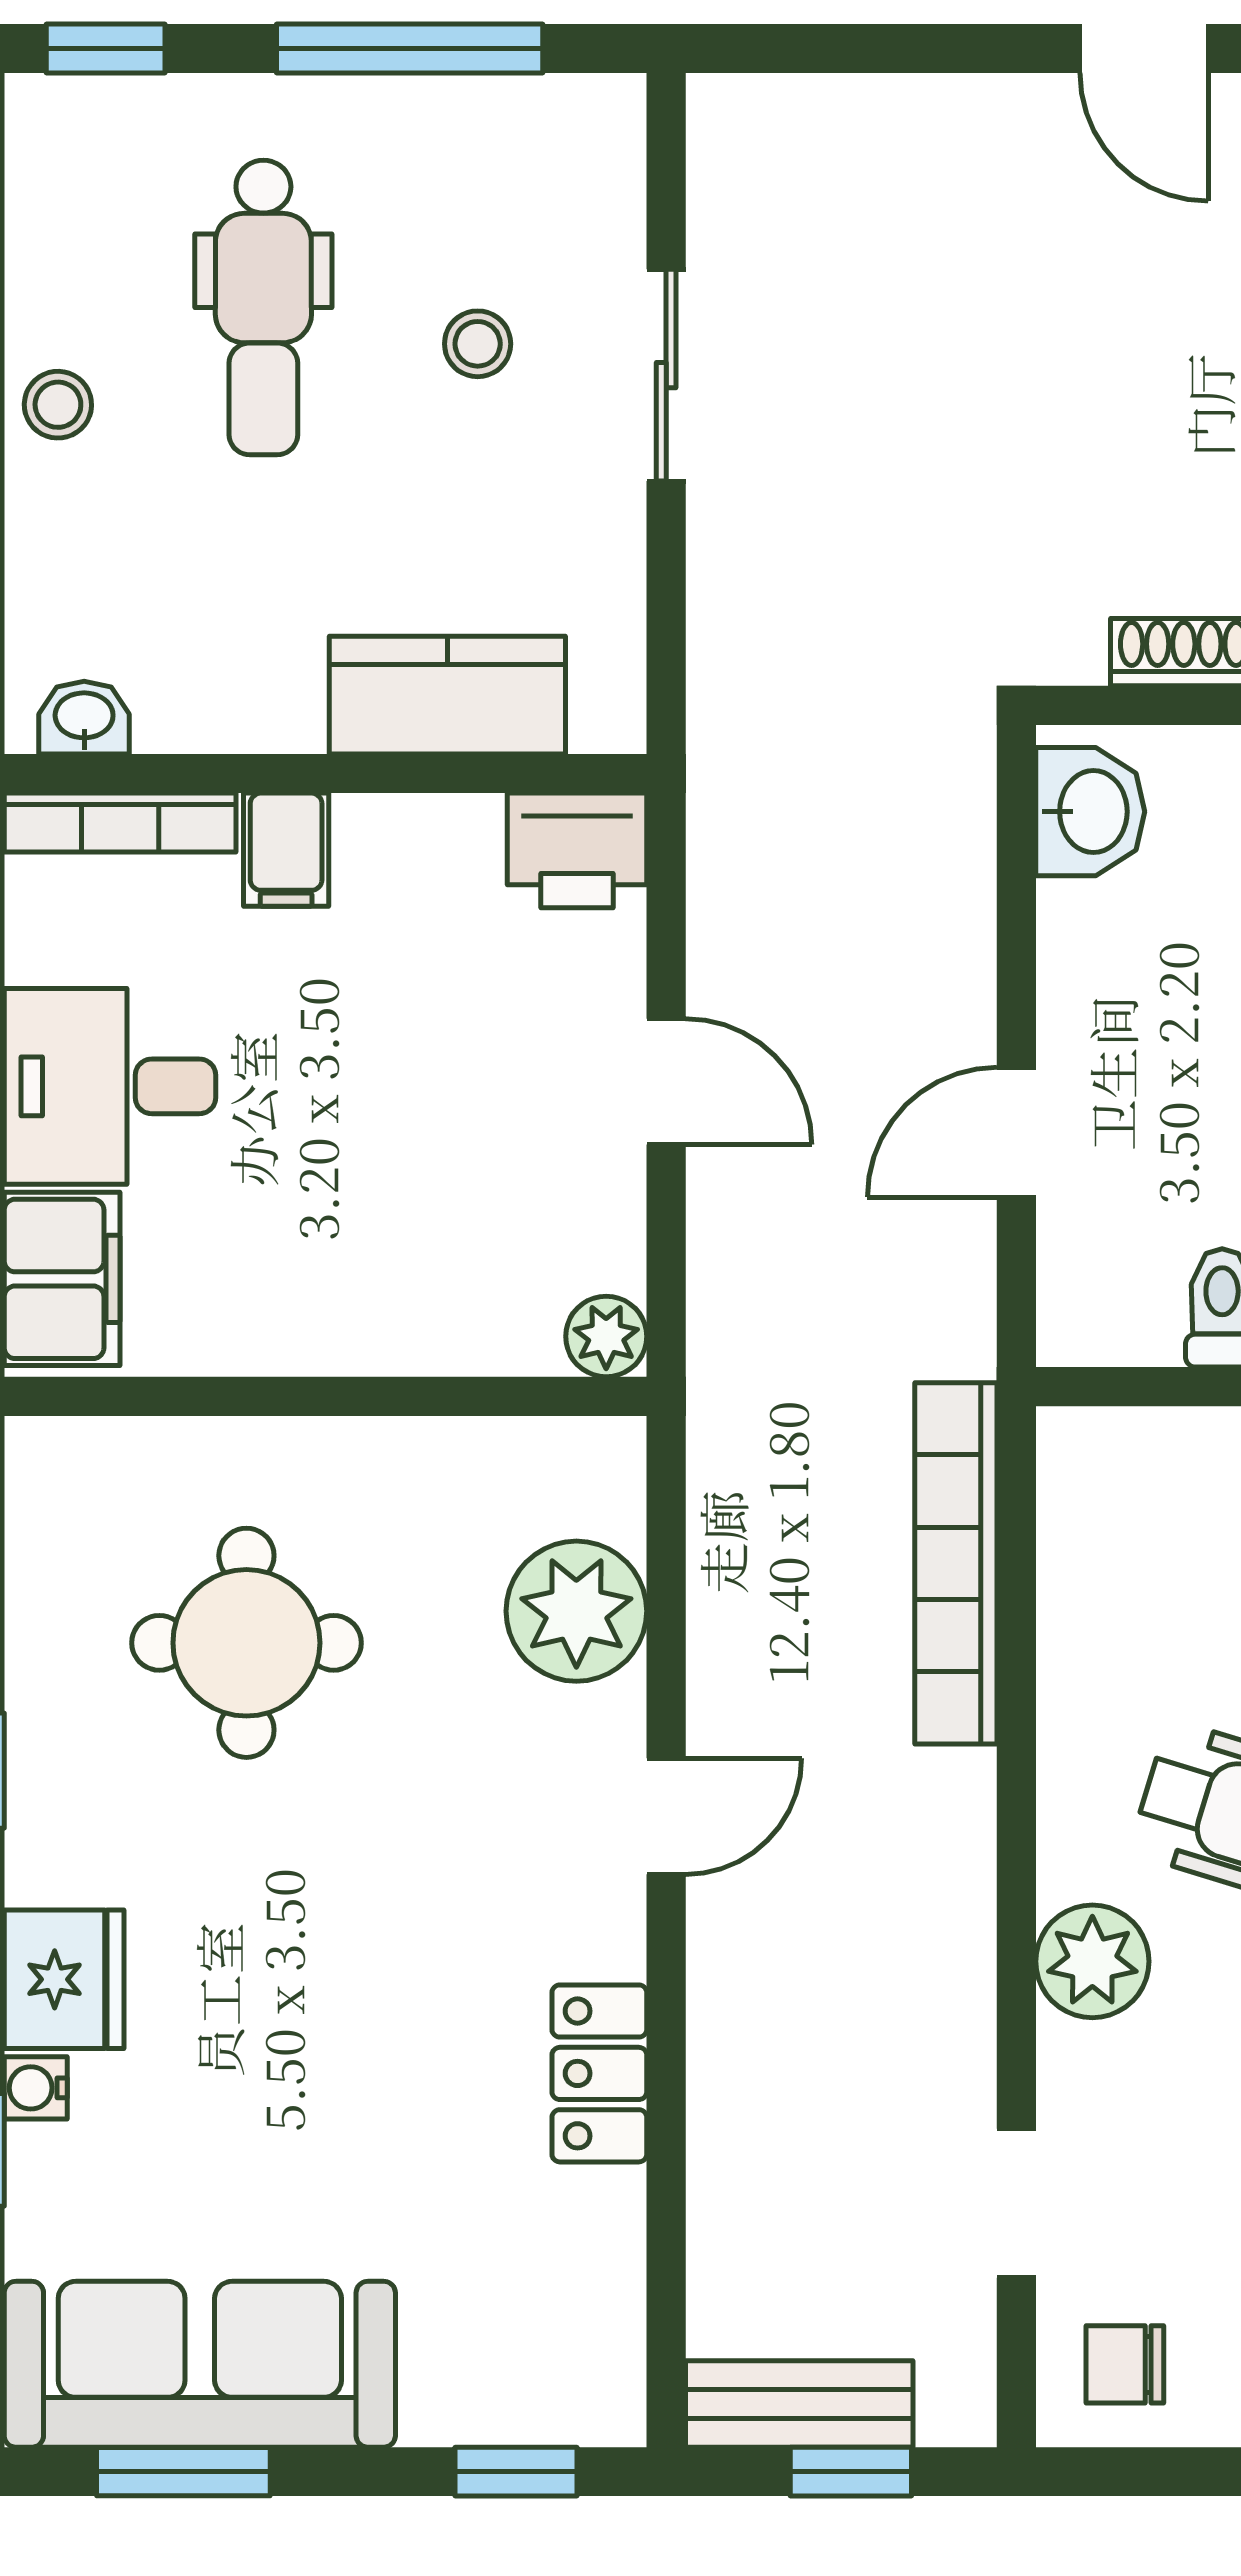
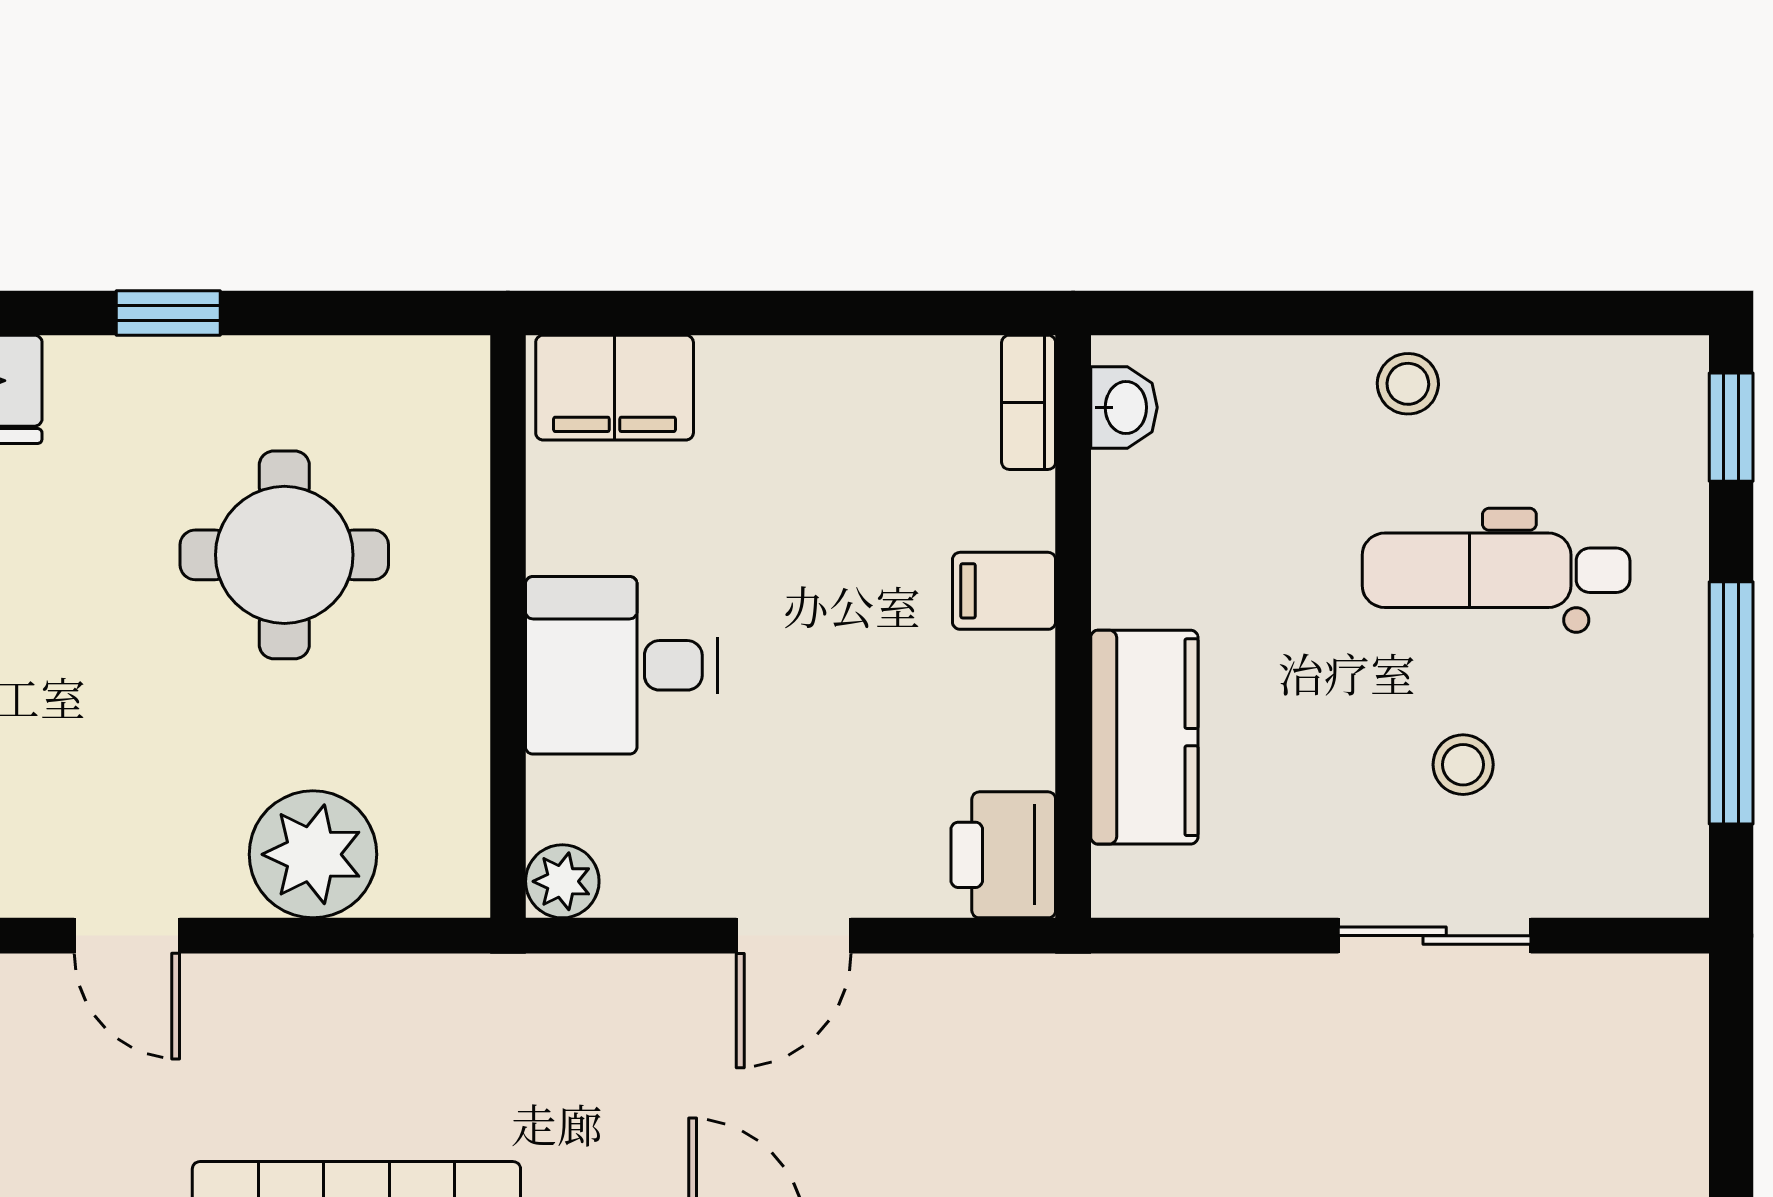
bookcase: (120, 823) -> (1029, 402), width x0.64
desk: (110, 1086) -> (622, 665), moved, turned -90

